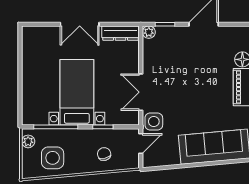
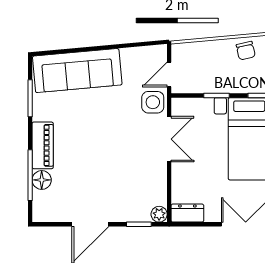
dresser: (121, 33) -> (187, 213), width x0.70
chair: (104, 154) -> (246, 51), moved

